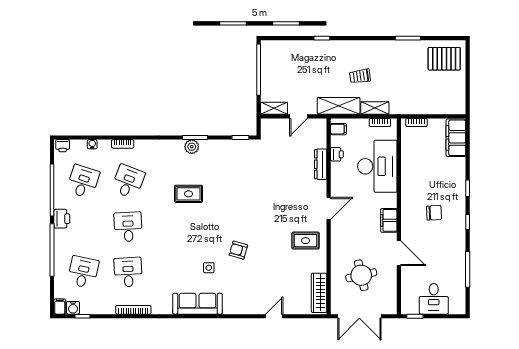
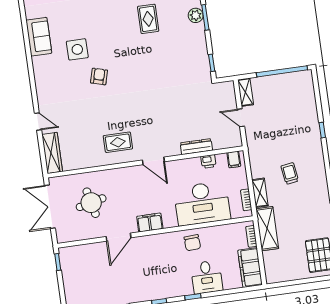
shelving: (339, 106) -> (267, 229), moved
filing cabinet: (456, 138) -> (250, 268), moved, turned -90
chair: (434, 213) -> (192, 243), moved
rug: (306, 241) -> (118, 142), turned 90
side table: (209, 268) -> (77, 49), width x1.87, depth x1.87
wardrobe: (319, 293) -> (52, 153), moved, turned 90
desk: (434, 299) -> (207, 277), moved, turned -90
sofa: (198, 304) -> (39, 37), width x0.73

